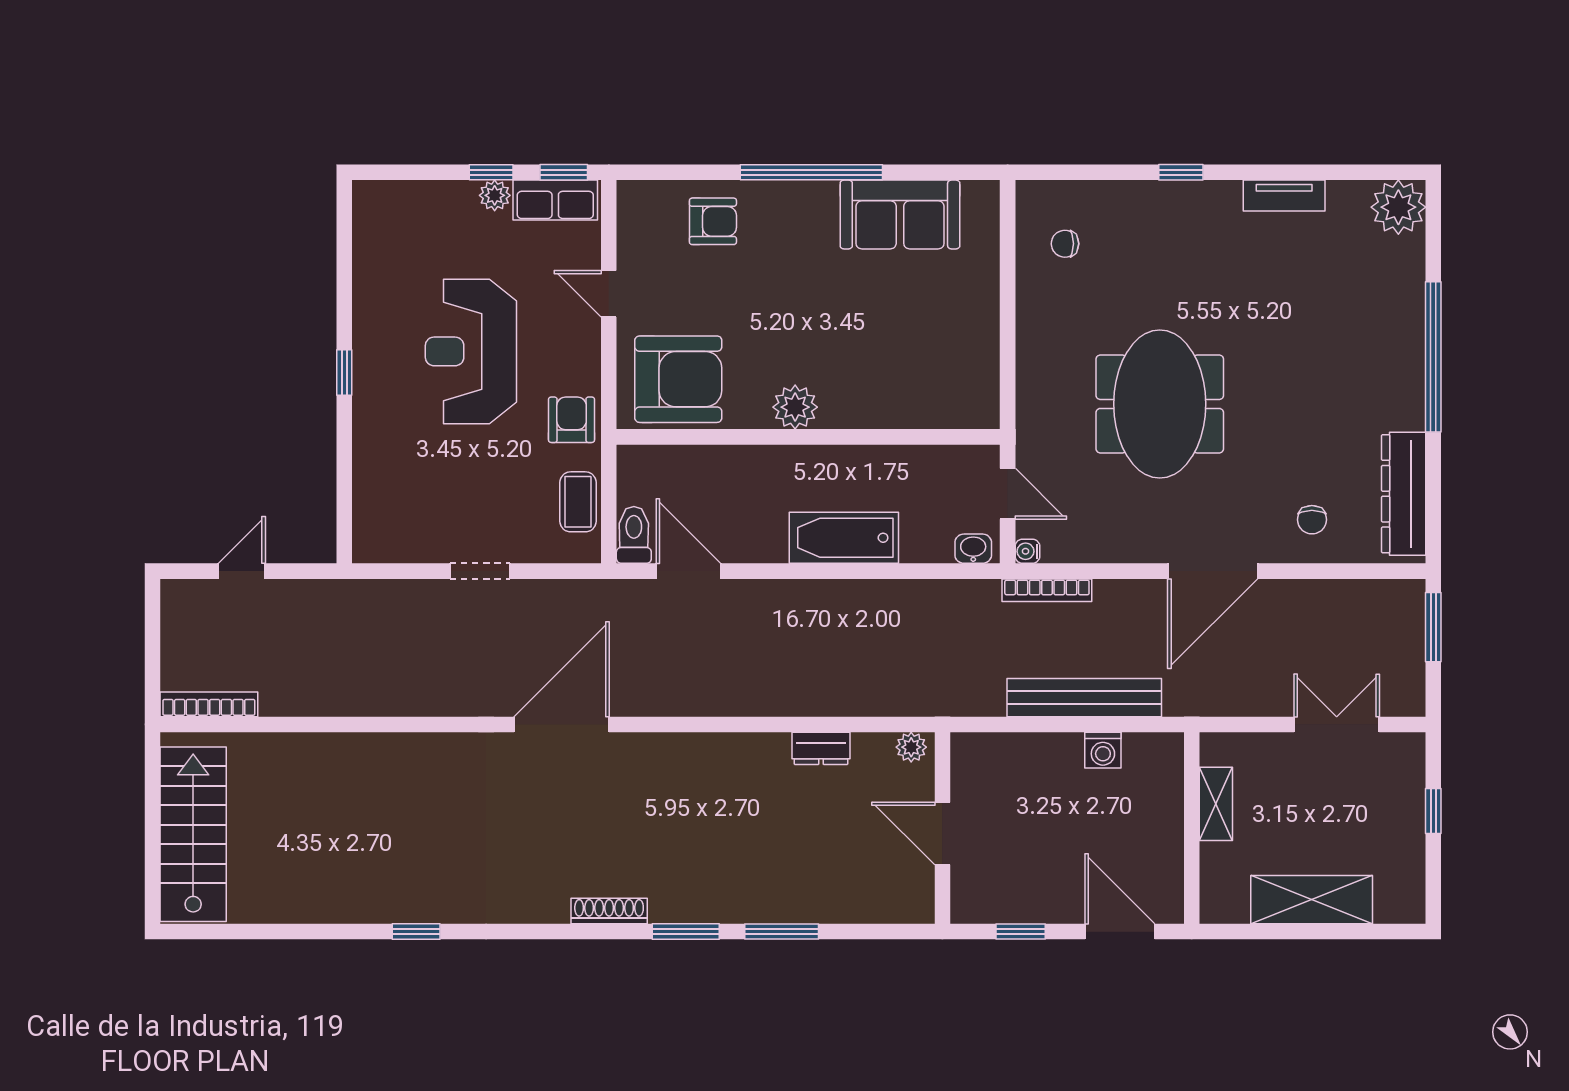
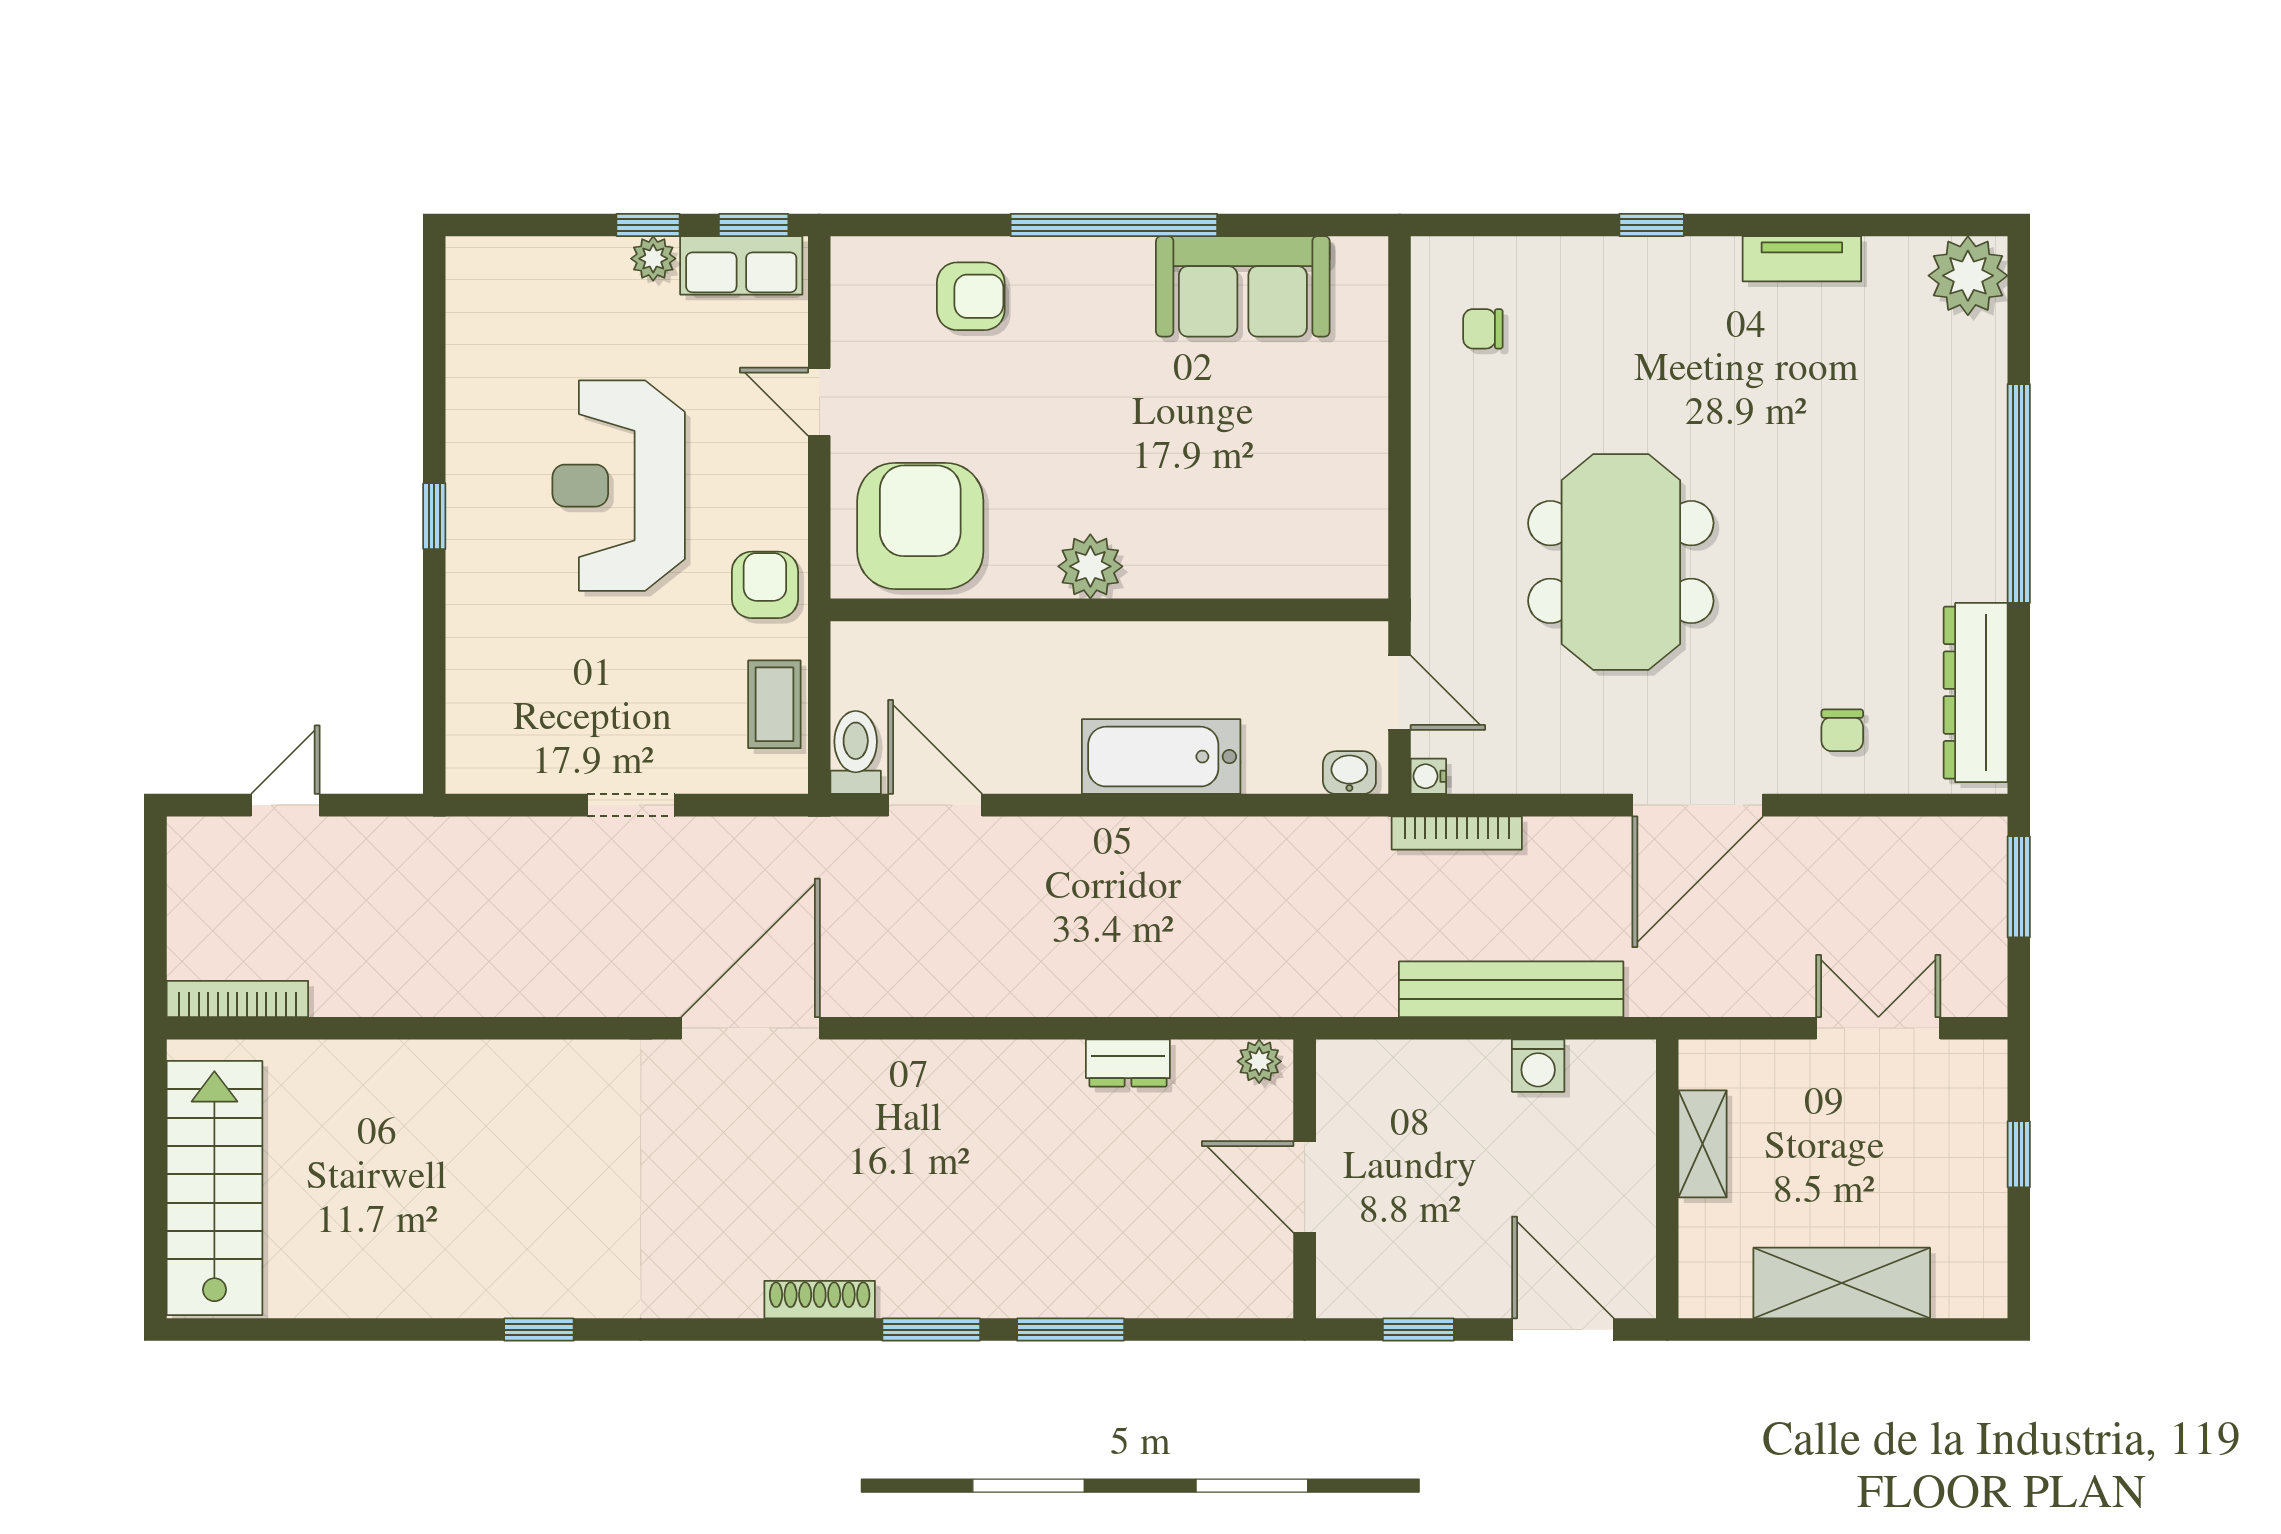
armchair: (678, 379) -> (920, 526), turned -90

